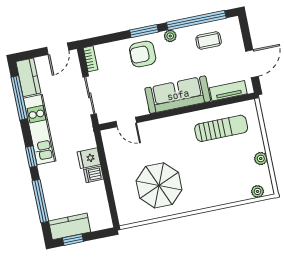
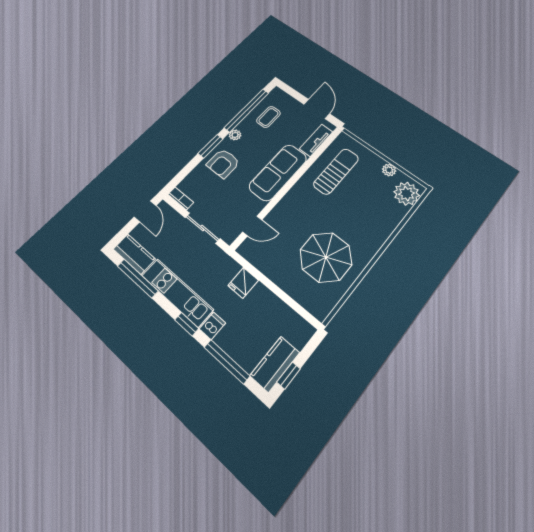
dishwasher: (94, 174) -> (213, 326), moved, turned 180
plant: (257, 191) -> (407, 194), width x1.87, depth x1.87

